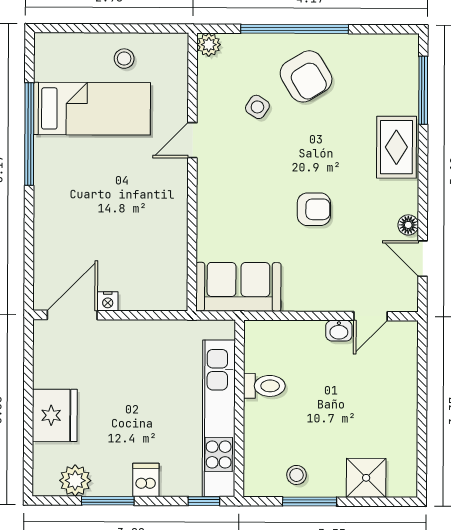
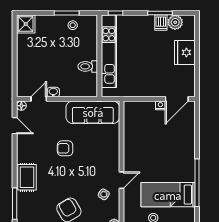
side table: (257, 107) -> (104, 194), moved
floor lamp: (408, 225) -> (21, 106), moved
sofa: (238, 287) -> (93, 112), width x1.36
shower: (366, 478) -> (26, 24), moved
dishwasher: (146, 480) -> (161, 23), moved

